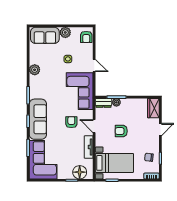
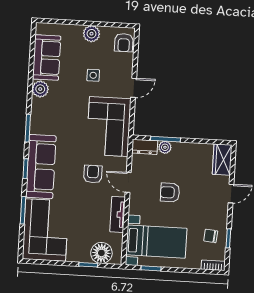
sofa: (45, 35) -> (47, 58), moved, turned -90
door: (94, 66) -> (134, 88), hinge flipped

